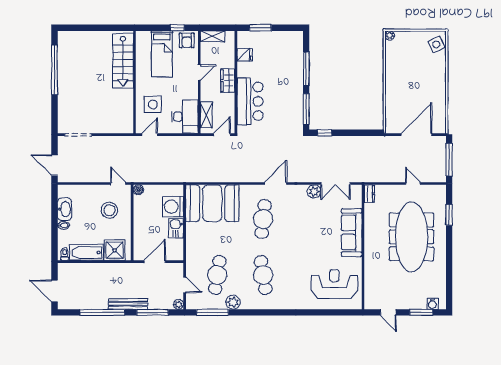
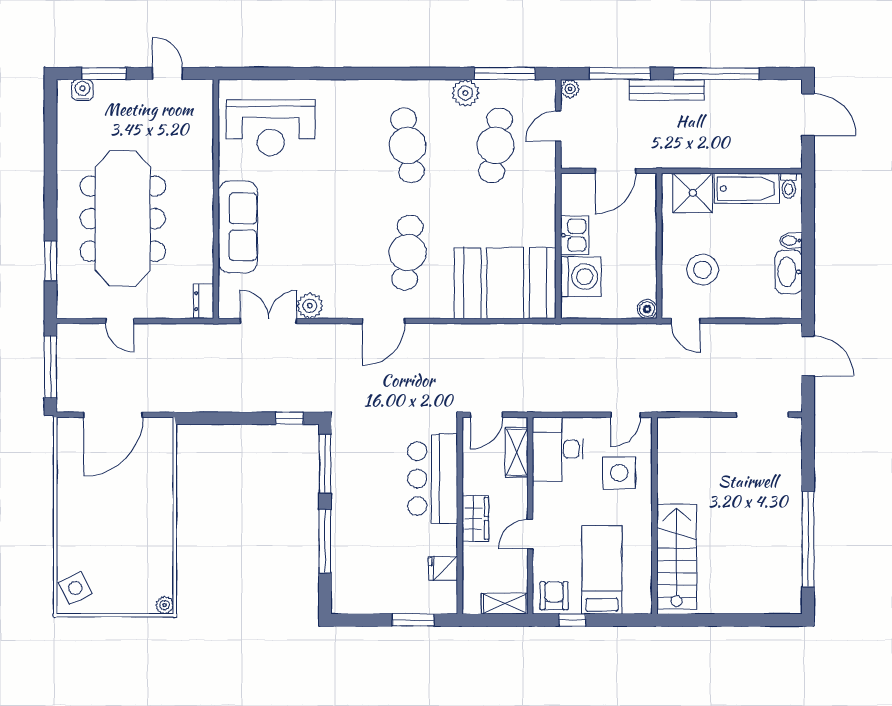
door: (185, 285) -> (558, 126), hinge flipped

